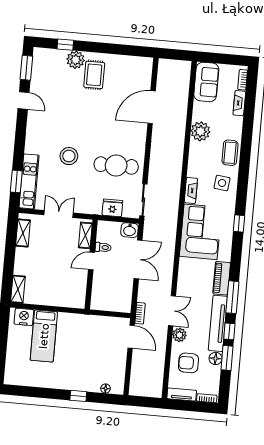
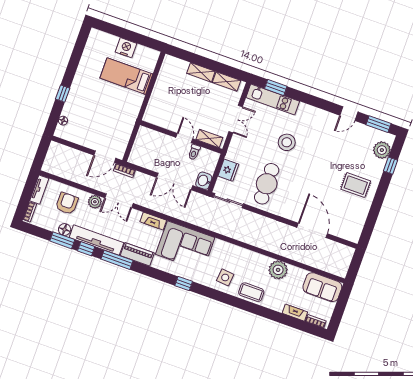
plant: (76, 60) -> (382, 150), moved
fireplace: (191, 190) -> (153, 221), moved
shelving: (18, 289) -> (201, 72), moved
nightstand: (24, 317) -> (126, 48), moved, turned -90

